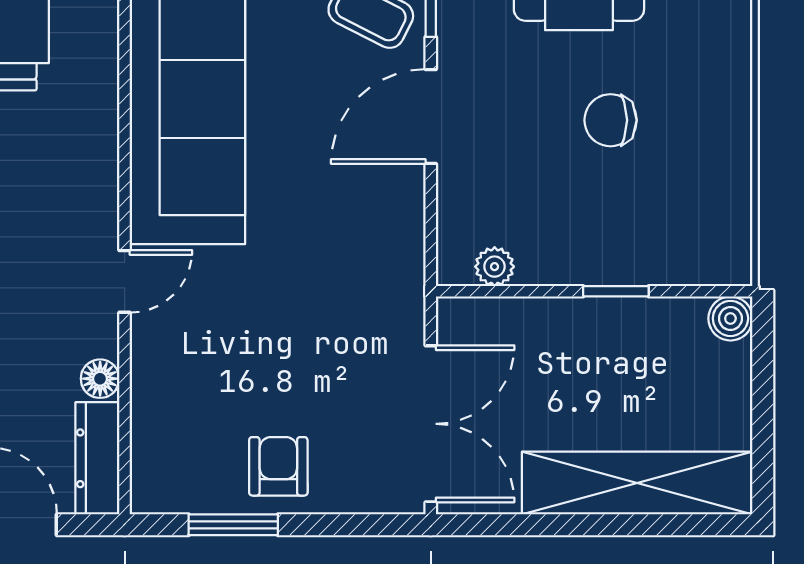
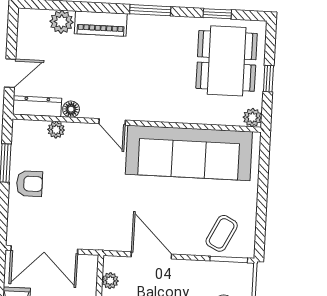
door: (431, 117) -> (151, 255), moved
plant: (150, 411) -> (56, 130), added

